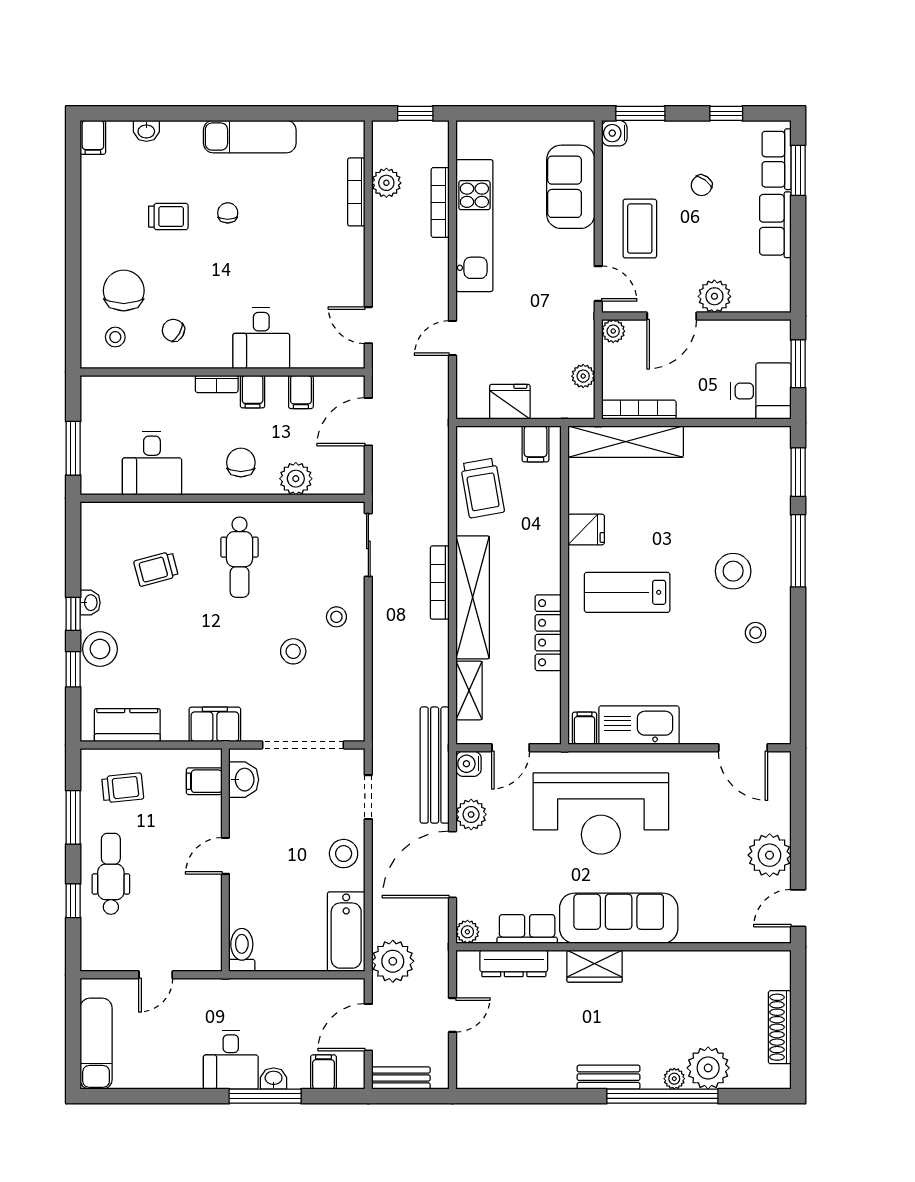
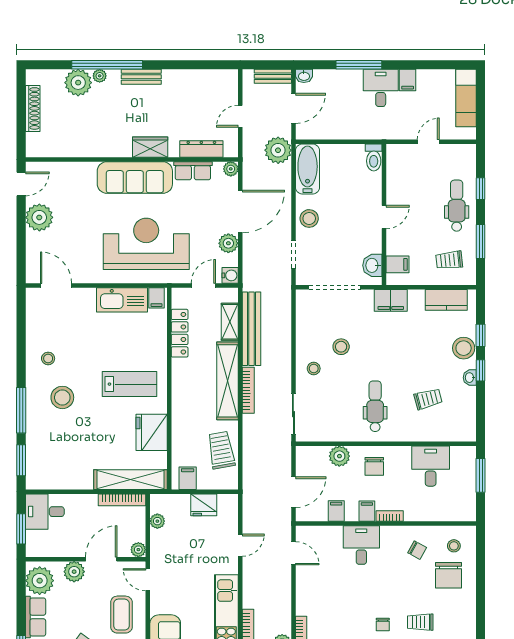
plant: (769, 282) -> (40, 581), added
fridge: (586, 530) -> (152, 432), width x1.88, depth x1.34
locker: (548, 633) -> (180, 333), moved
bench: (435, 765) -> (251, 329), moved
dental chair: (111, 874) -> (457, 206), turned 180
filing cabinet: (323, 1072) -> (408, 80), moved
washbasin: (274, 1078) -> (304, 76), moved

